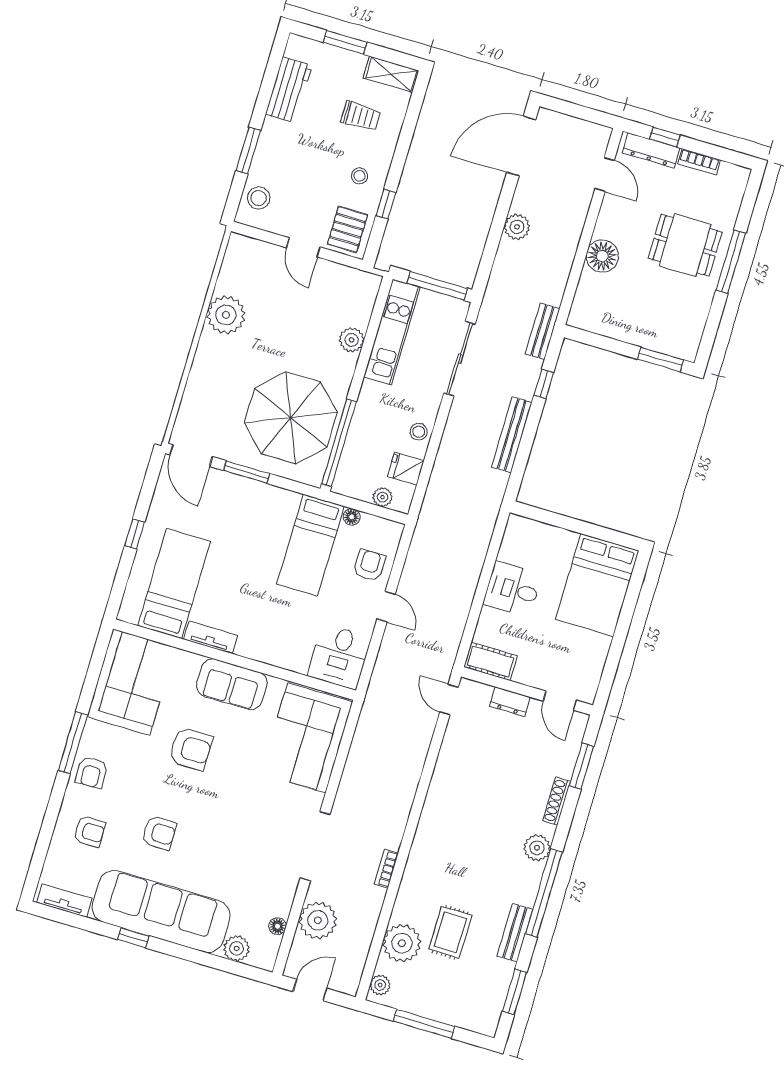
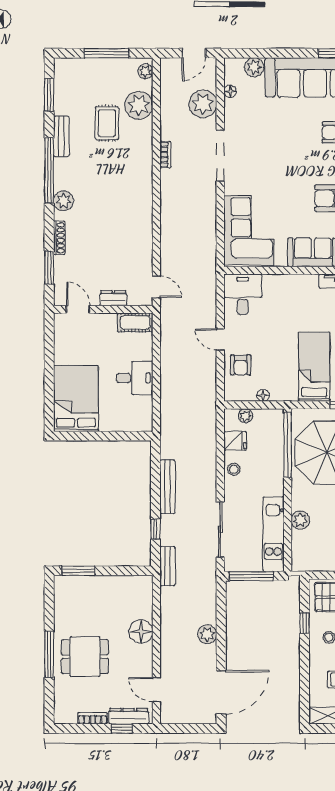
bed: (311, 545) -> (314, 367), moved

